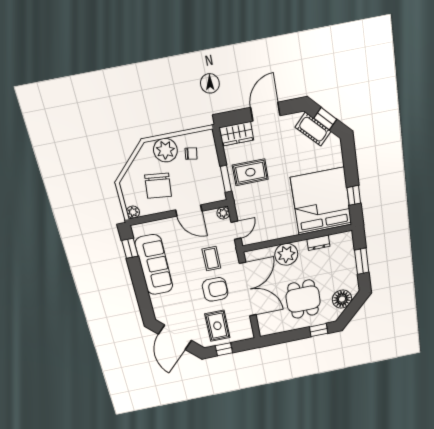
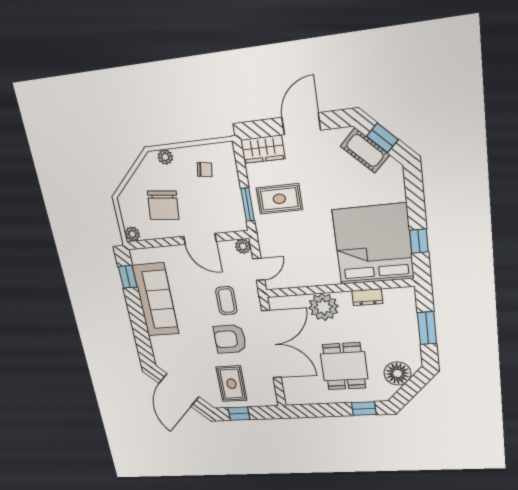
plant: (165, 150) -> (165, 157), width x0.53, depth x0.53
armchair: (215, 289) -> (230, 339), turned 180

